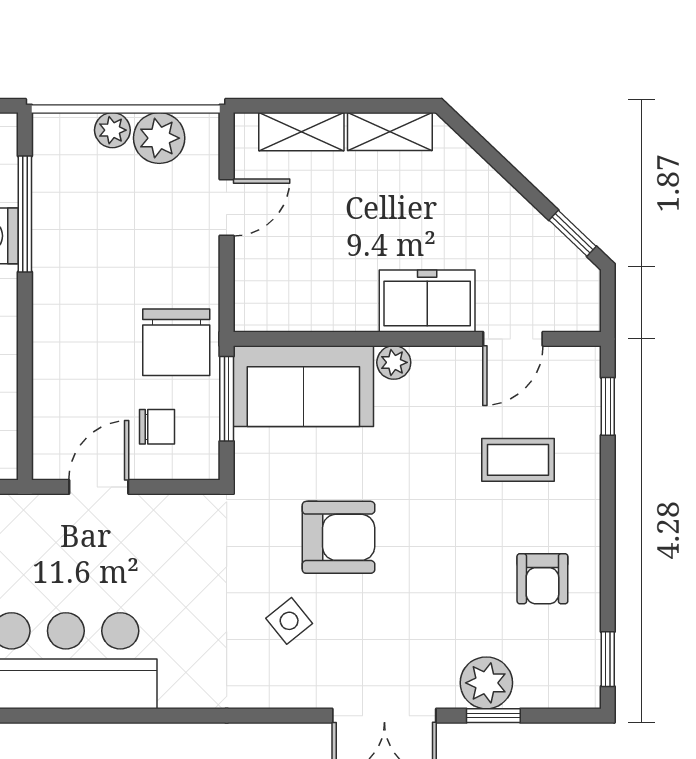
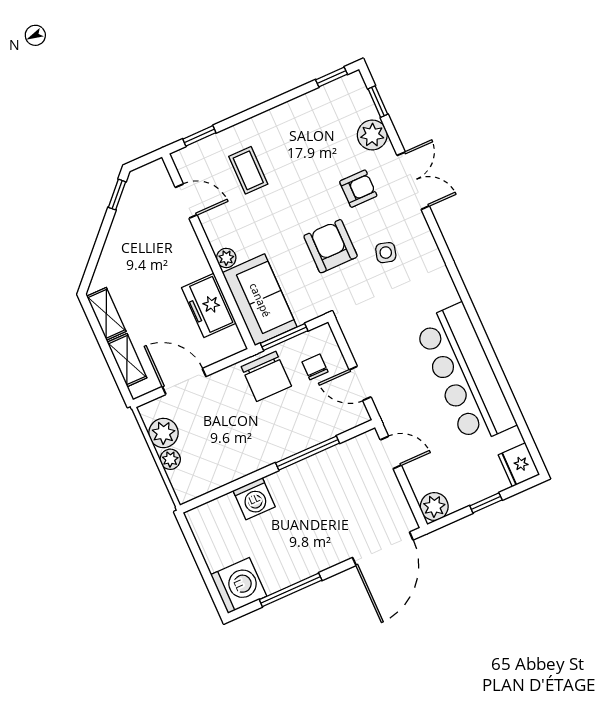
door: (227, 208) -> (184, 381), width x1.38
window: (25, 214) -> (308, 453), moved
freezer: (427, 301) -> (209, 305), moved
chair: (176, 342) -> (266, 376), turned 90
armchair: (542, 579) -> (358, 189), moved
side table: (289, 621) -> (386, 253), turned -35
window: (493, 716) -> (378, 102), moved

